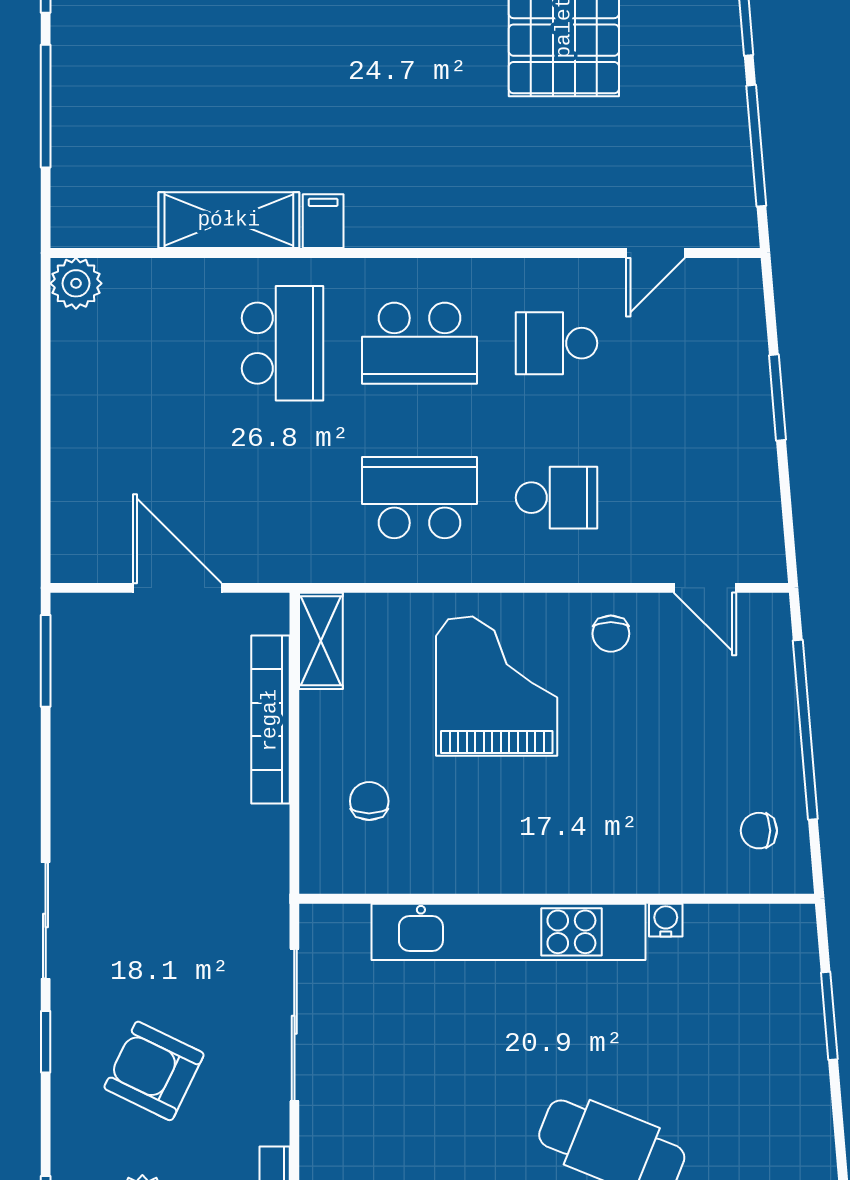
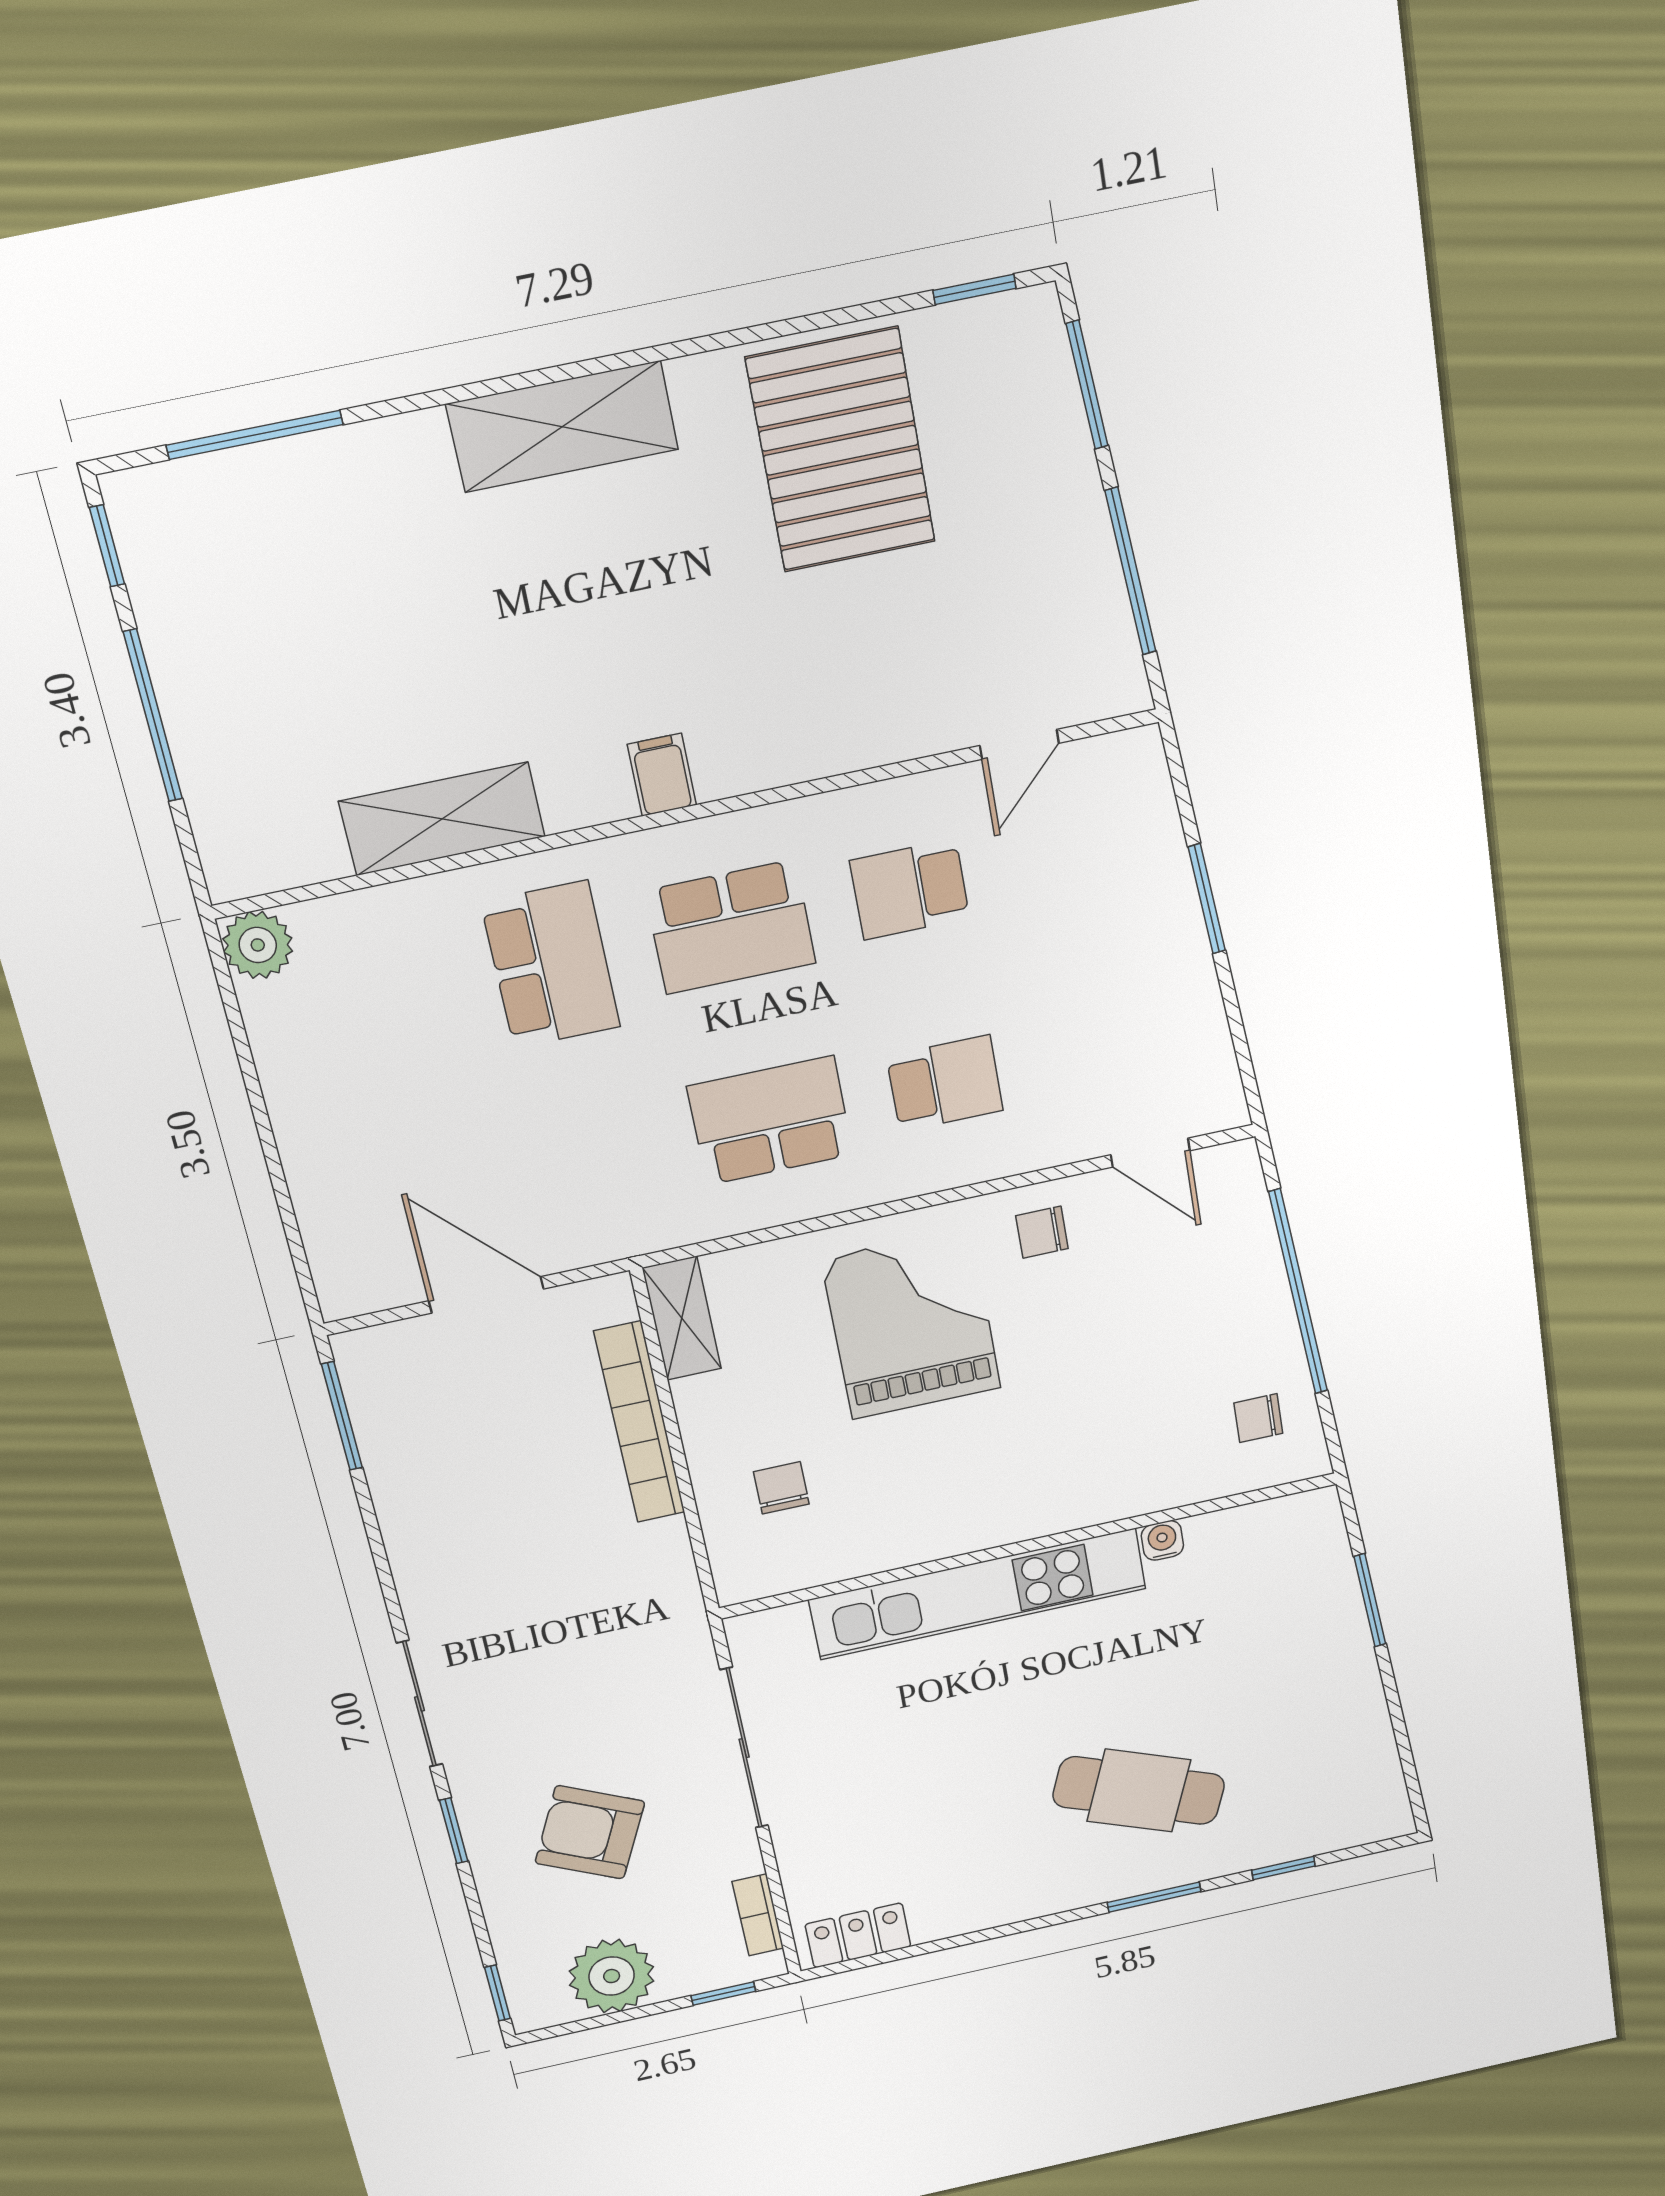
filing cabinet: (323, 221) -> (662, 775), moved
chair: (611, 634) -> (1042, 1232), turned 90

